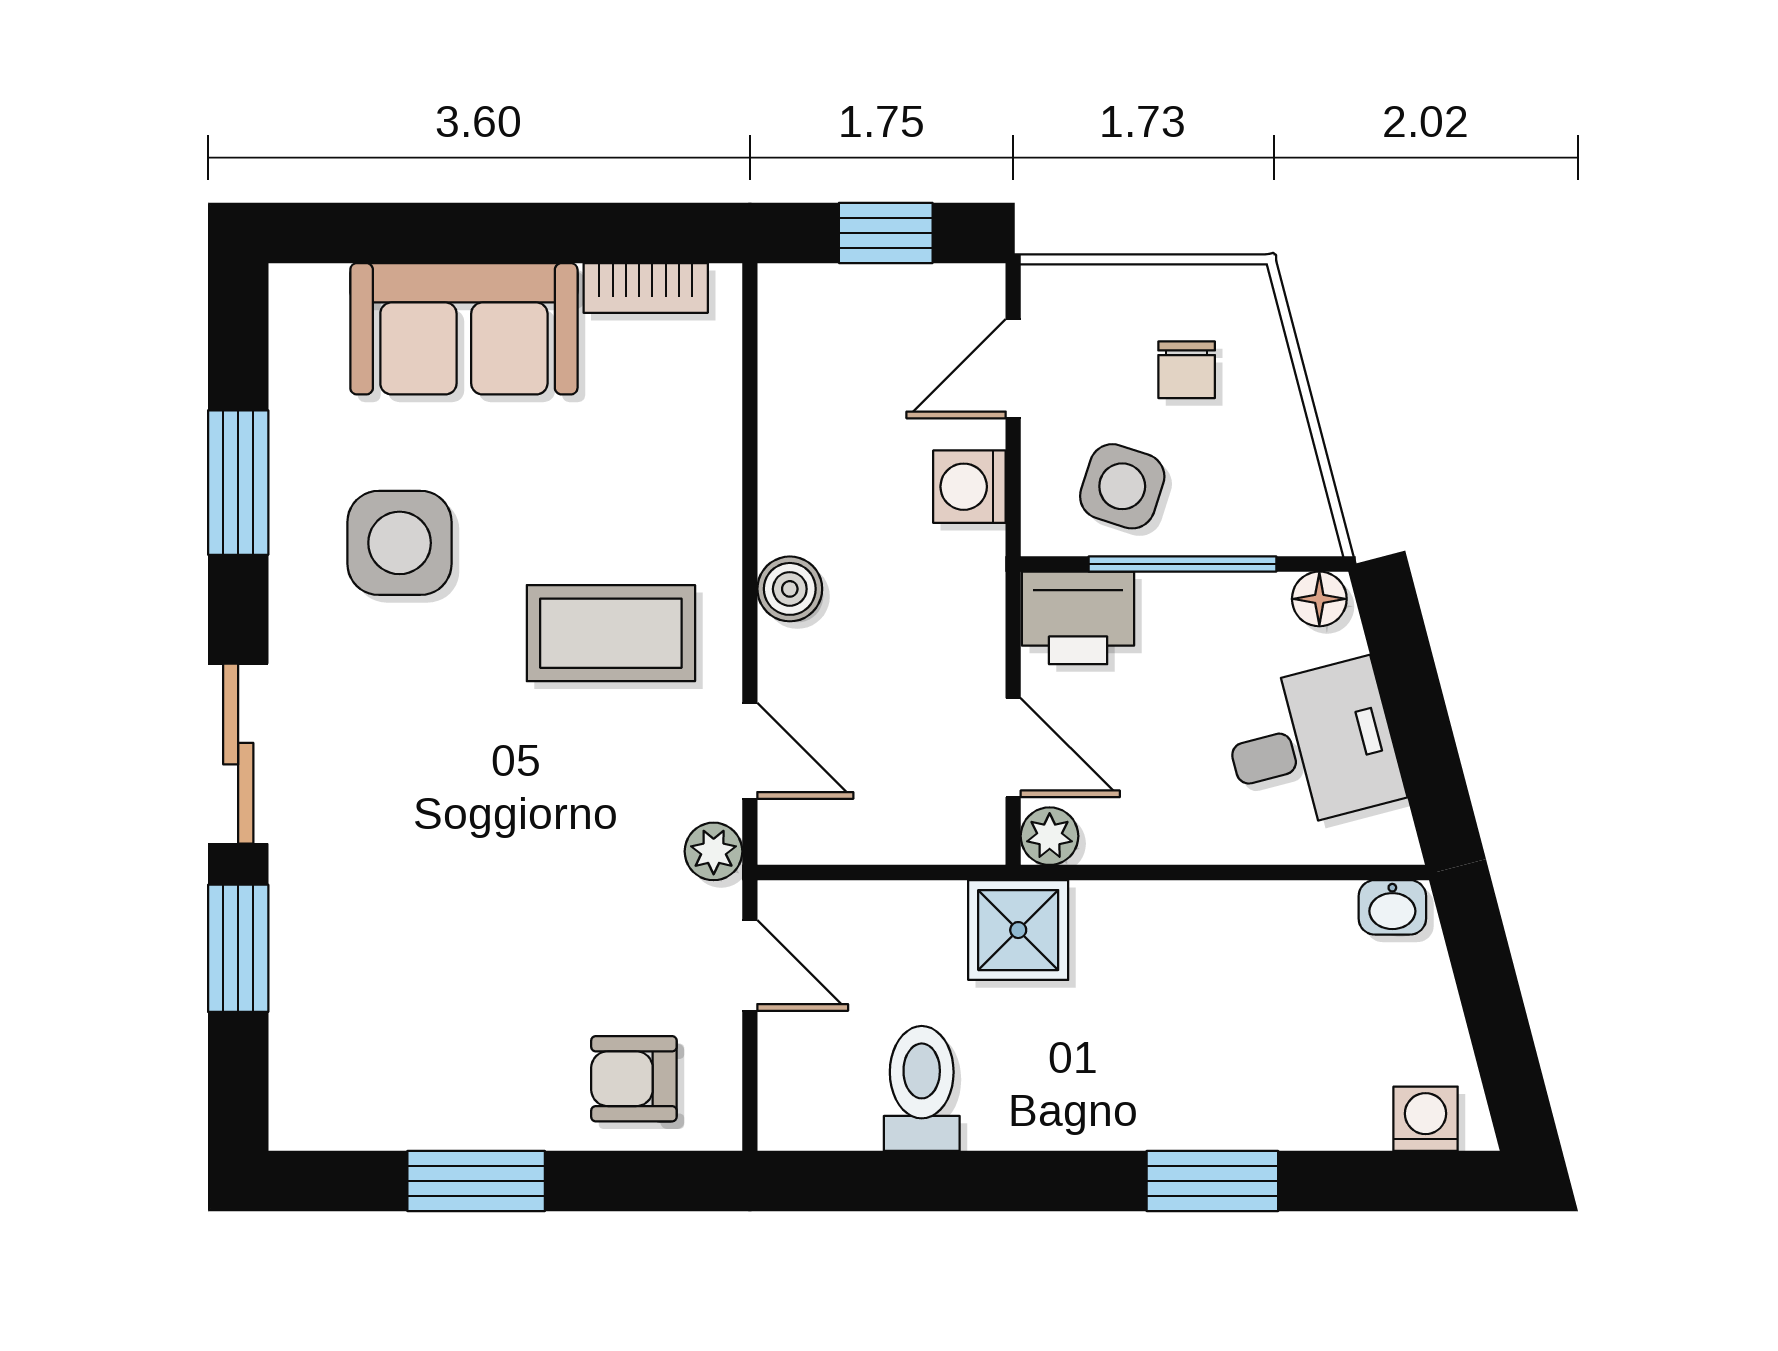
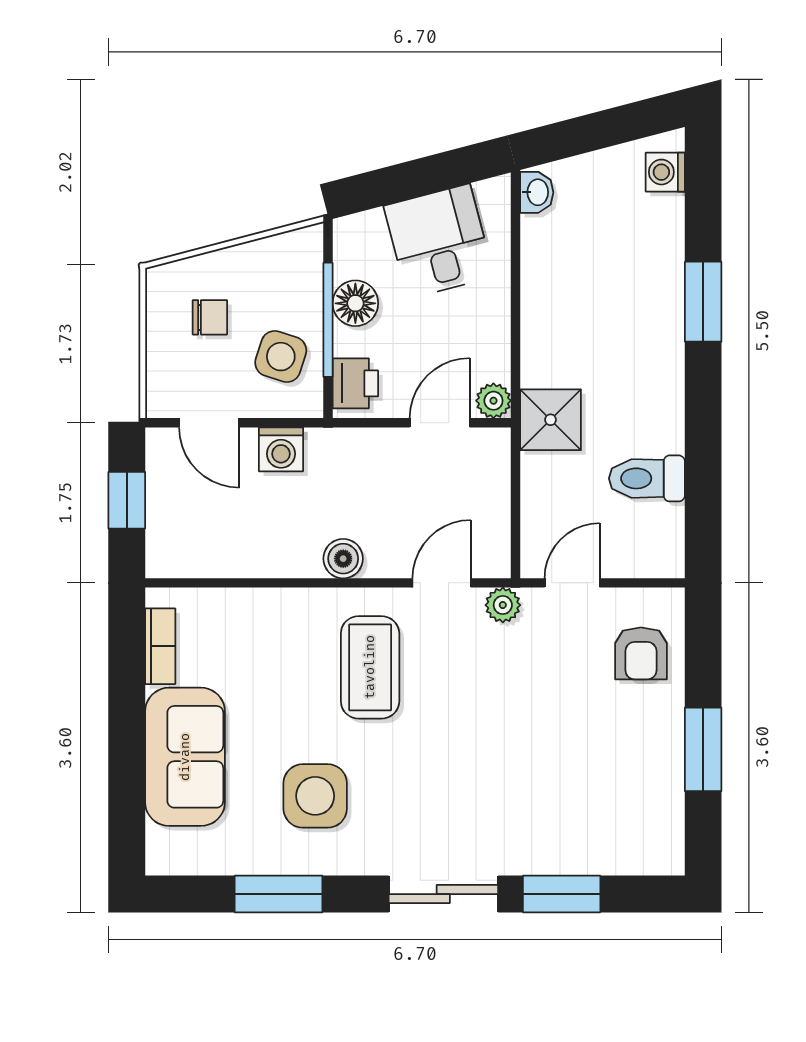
floor lamp: (1319, 599) -> (355, 303), moved, width x1.37, depth x1.37
printer: (1078, 618) -> (355, 383), width x0.73, depth x0.81

